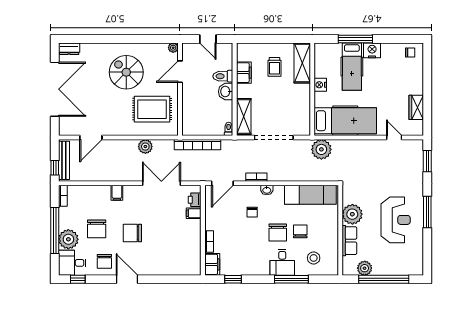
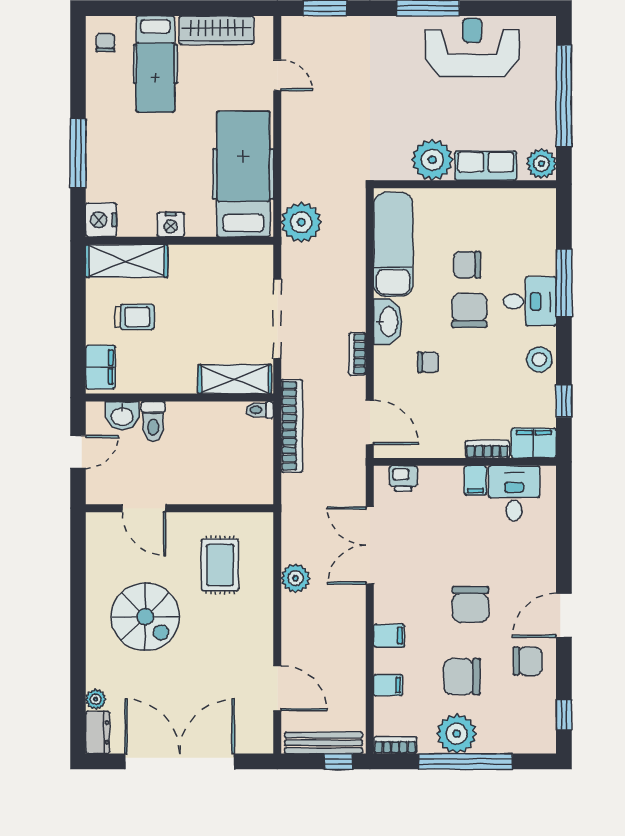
plant: (173, 48) -> (96, 699), moved
nightstand: (372, 50) -> (101, 220), moved
hospital bed: (352, 67) -> (155, 64), moved, turned 90
spiral stairs: (126, 72) -> (145, 617), turned -90
filing cabinet: (244, 73) -> (100, 367), moved, turned 90
washbasin: (226, 92) -> (122, 416), moved
wardrobe: (416, 107) -> (216, 30), width x1.50
rug: (152, 109) -> (220, 565), width x0.73, depth x0.70
door: (394, 138) -> (277, 75), swing flipped
bookcase: (197, 145) -> (292, 426), moved
washbasin: (267, 190) -> (388, 322), width x1.91, depth x1.45
filing cabinet: (92, 192) -> (388, 685), added
filing cabinet: (194, 213) -> (475, 480), moved
reception desk: (396, 220) -> (472, 47), moved
chair: (97, 229) -> (462, 677), turned 180
chair: (278, 233) -> (469, 310), turned -90
plant: (68, 239) -> (457, 734), moved
stool: (314, 258) -> (539, 359), moved
desk: (72, 263) -> (514, 493), moved, turned 180
plant: (365, 268) -> (541, 164), moved

